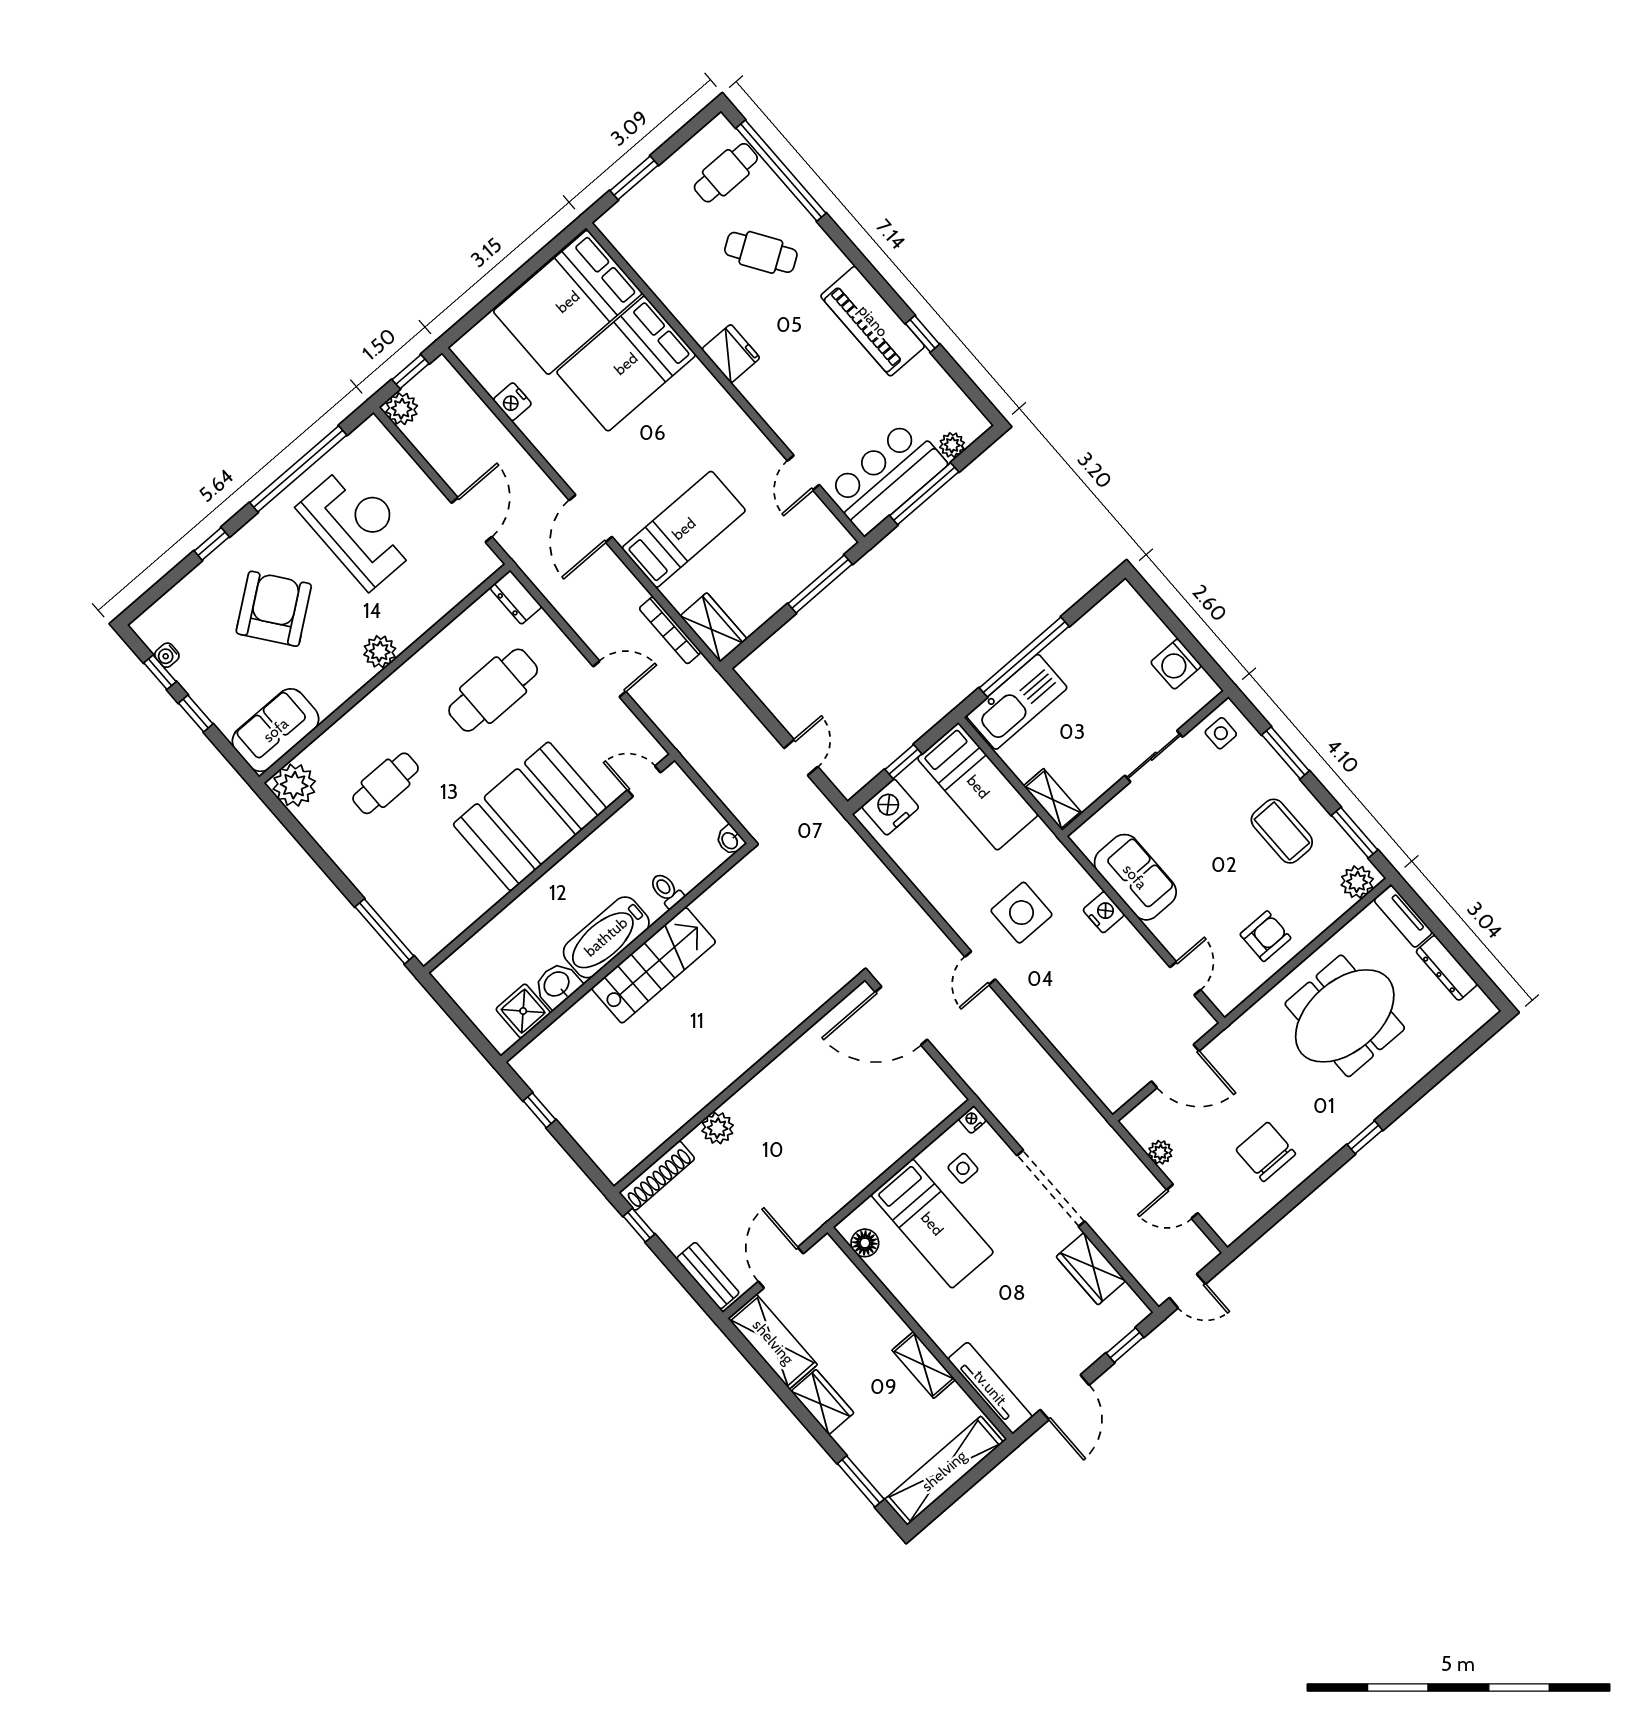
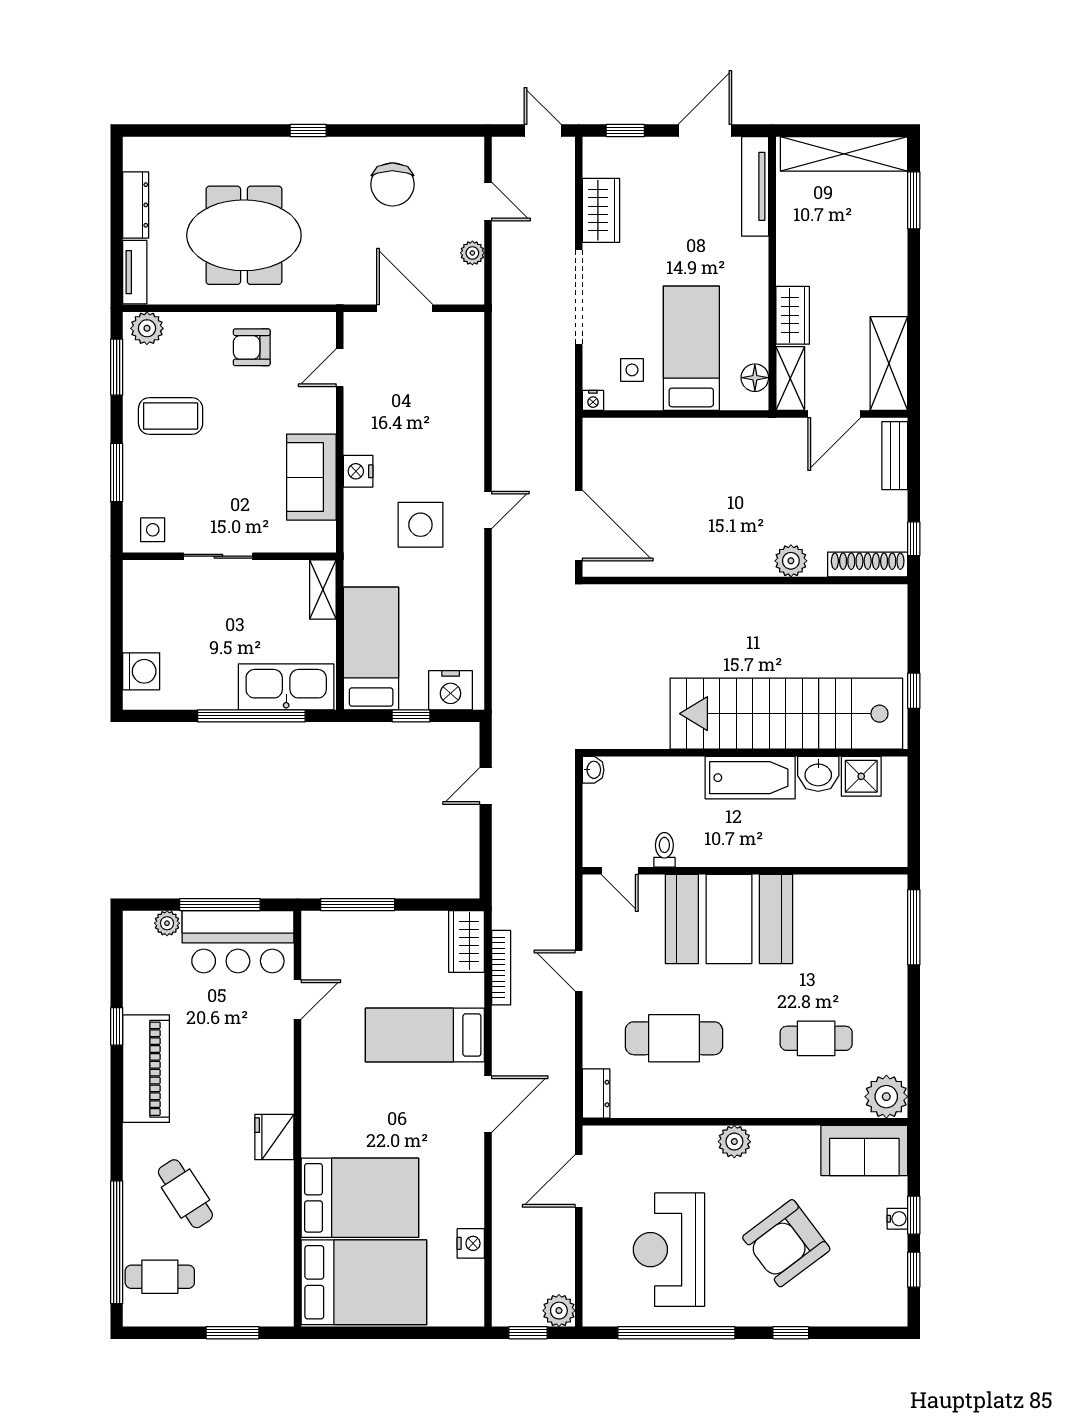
water cooler: (167, 655) -> (897, 1219), moved
washing machine: (1176, 664) -> (141, 671), moved
coffee table: (1282, 831) -> (171, 416), turned 90
toilet: (667, 890) -> (664, 850), moved, turned 180
stairs: (654, 965) -> (786, 714), width x1.86, depth x1.51
shelving: (924, 1365) -> (790, 379), moved
wardrobe: (822, 1402) -> (793, 315), moved, turned 180

